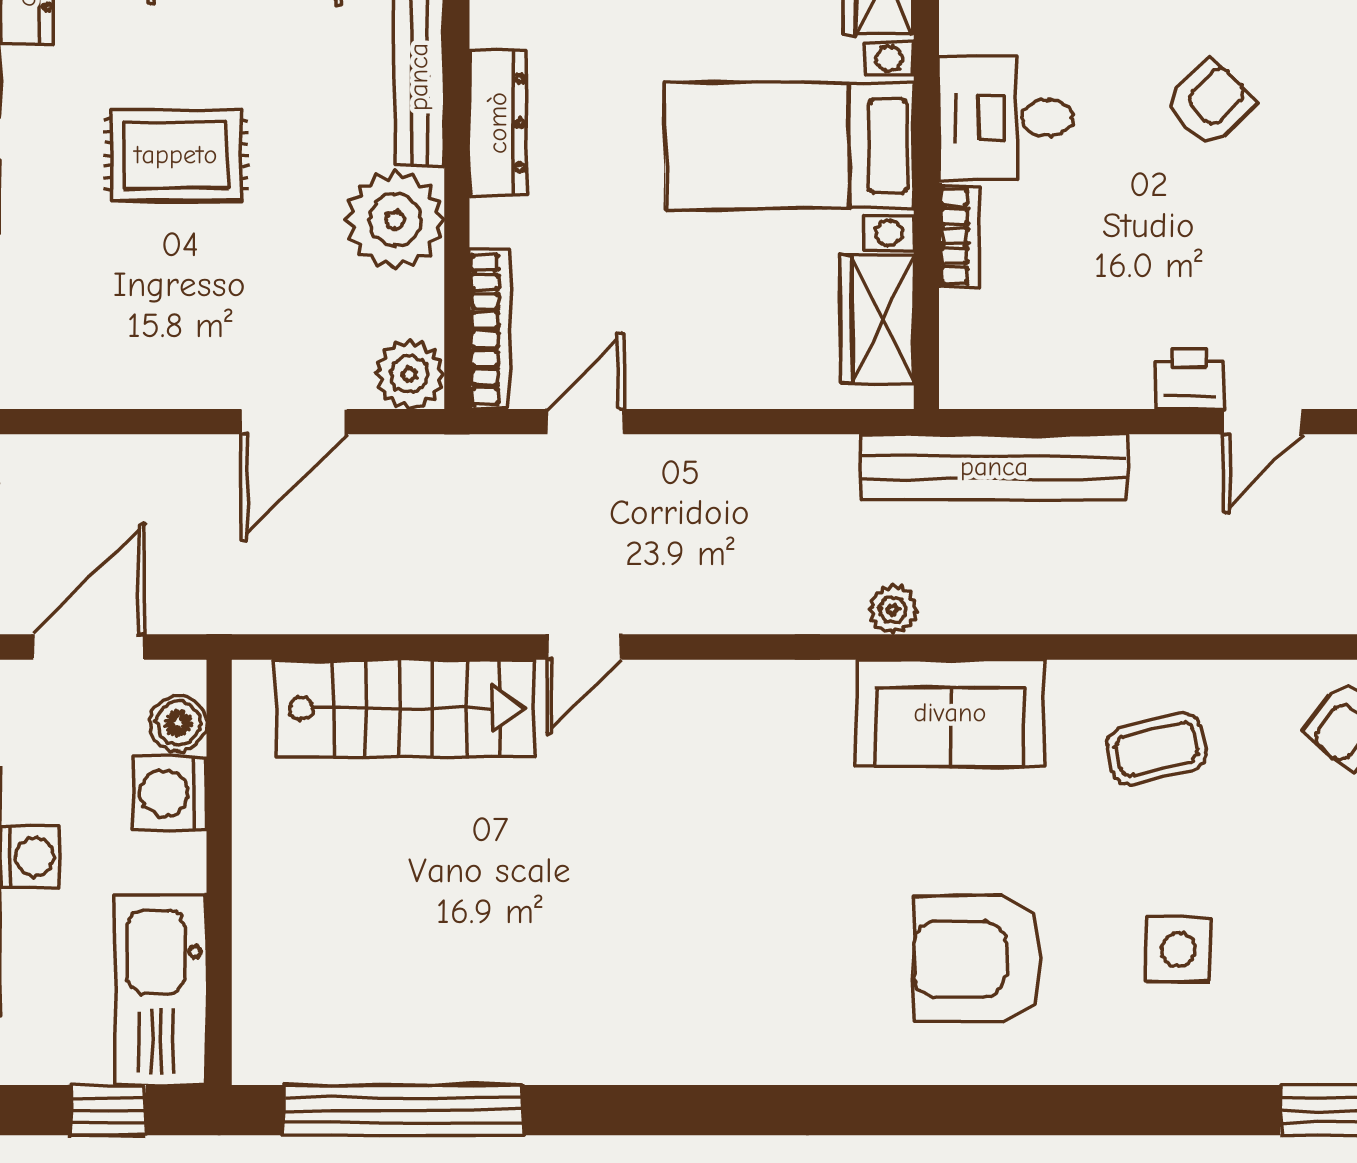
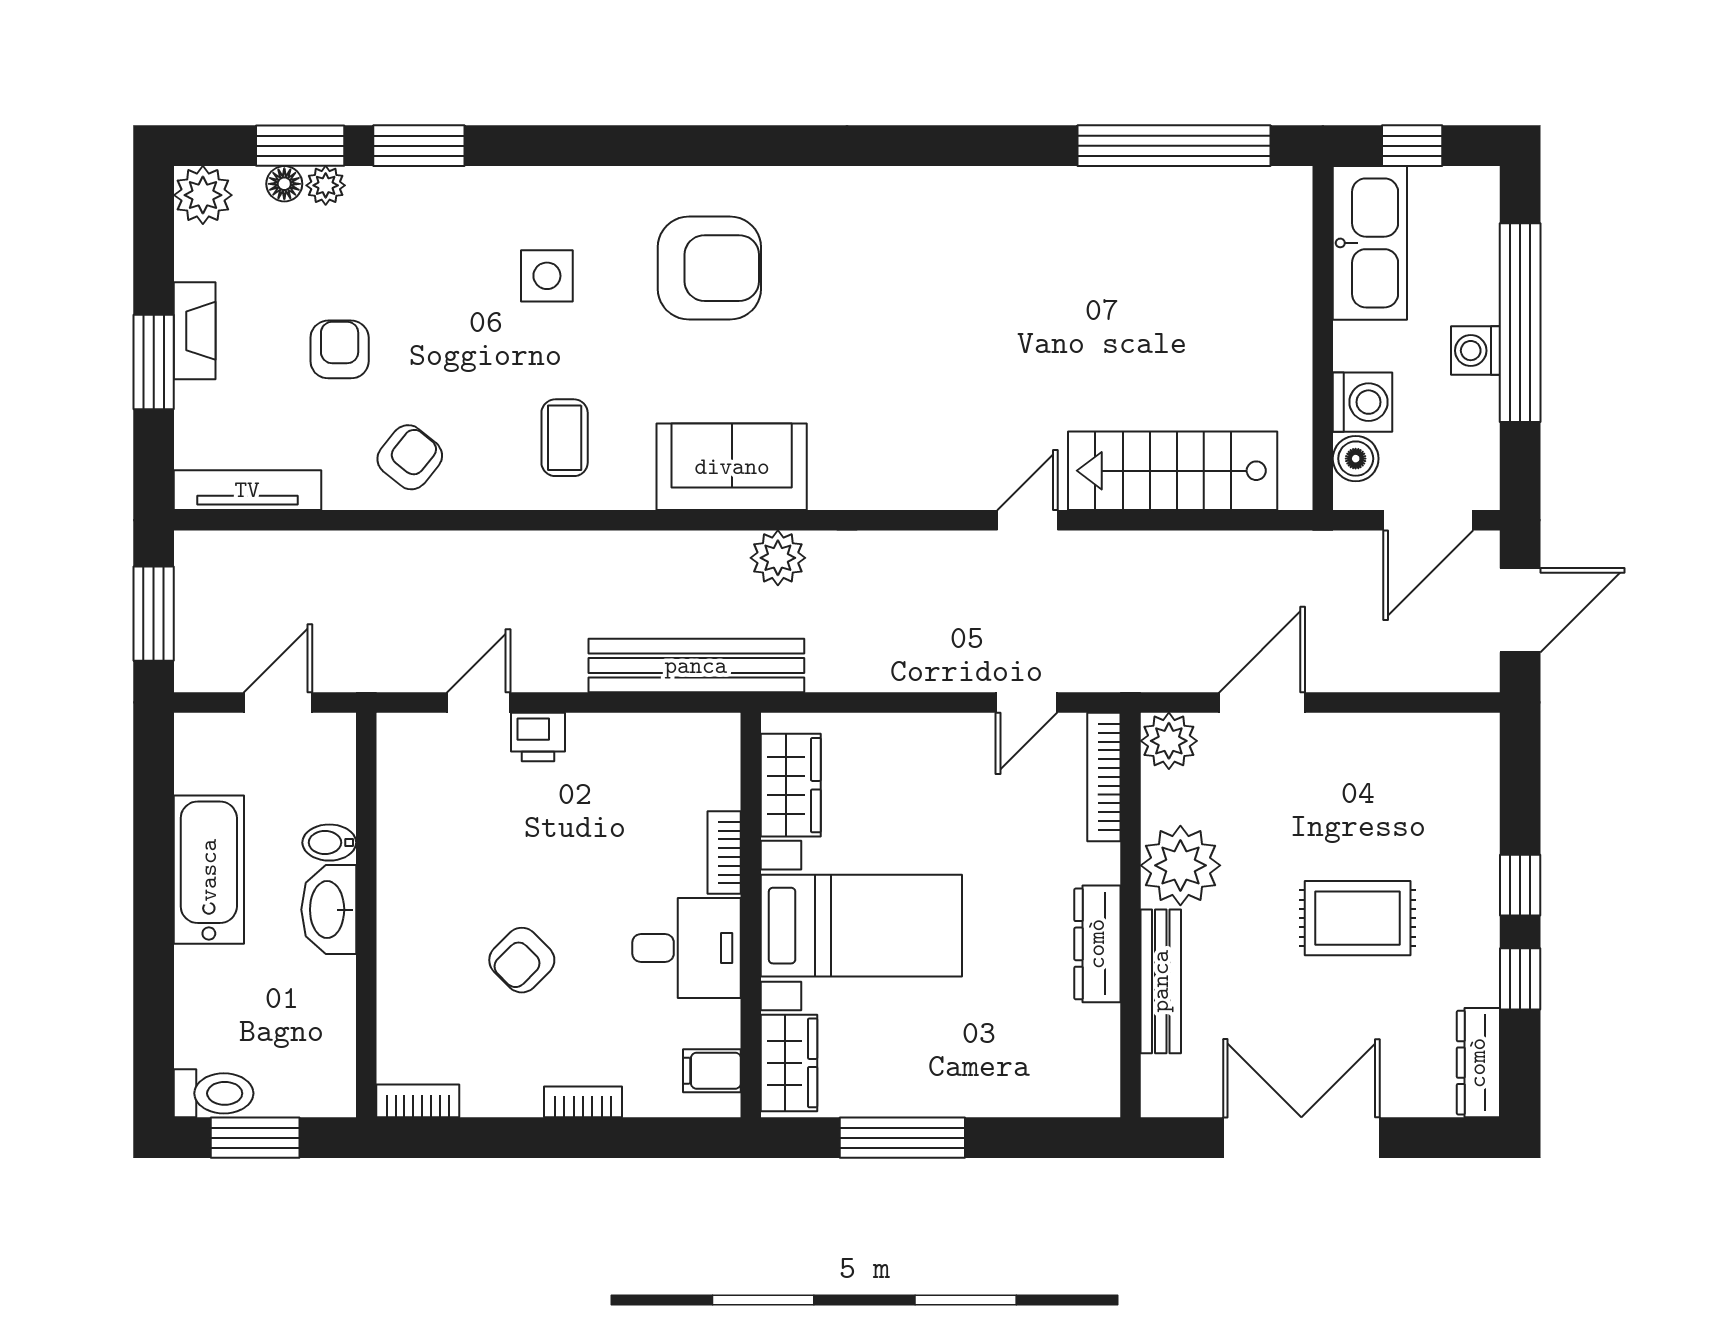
plant: (893, 610) -> (778, 558), width x1.38, depth x1.38
coffee table: (1157, 749) -> (565, 438), turned -76

